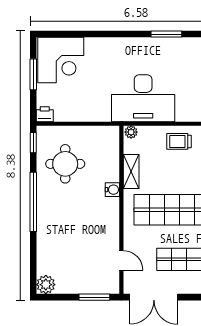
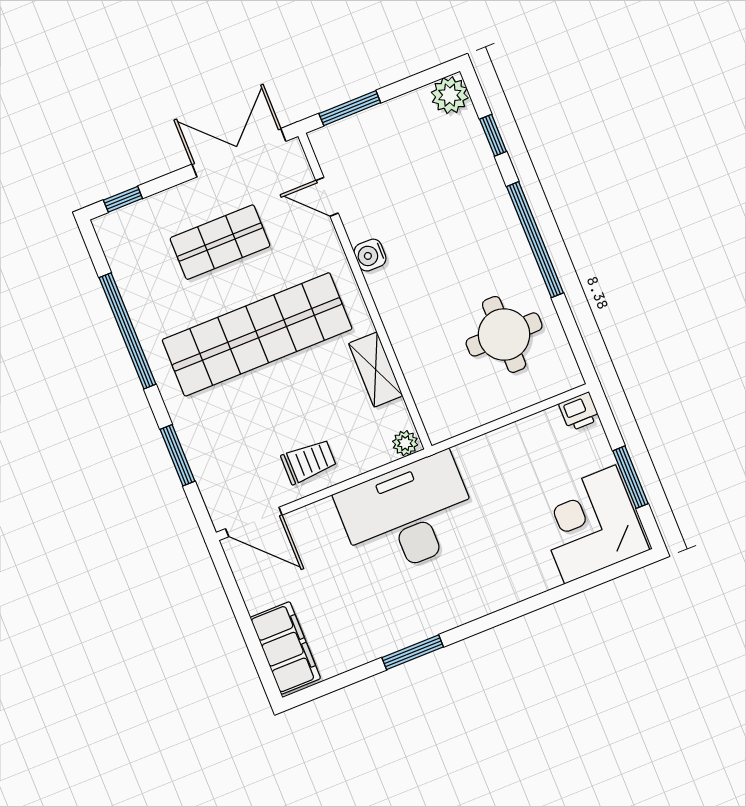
window: (33, 143) -> (493, 135), moved
water cooler: (112, 190) -> (370, 255), moved

